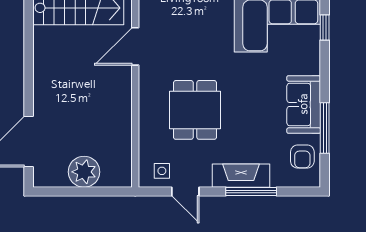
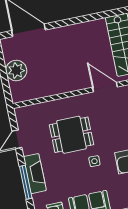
side table: (162, 171) -> (94, 161), moved

